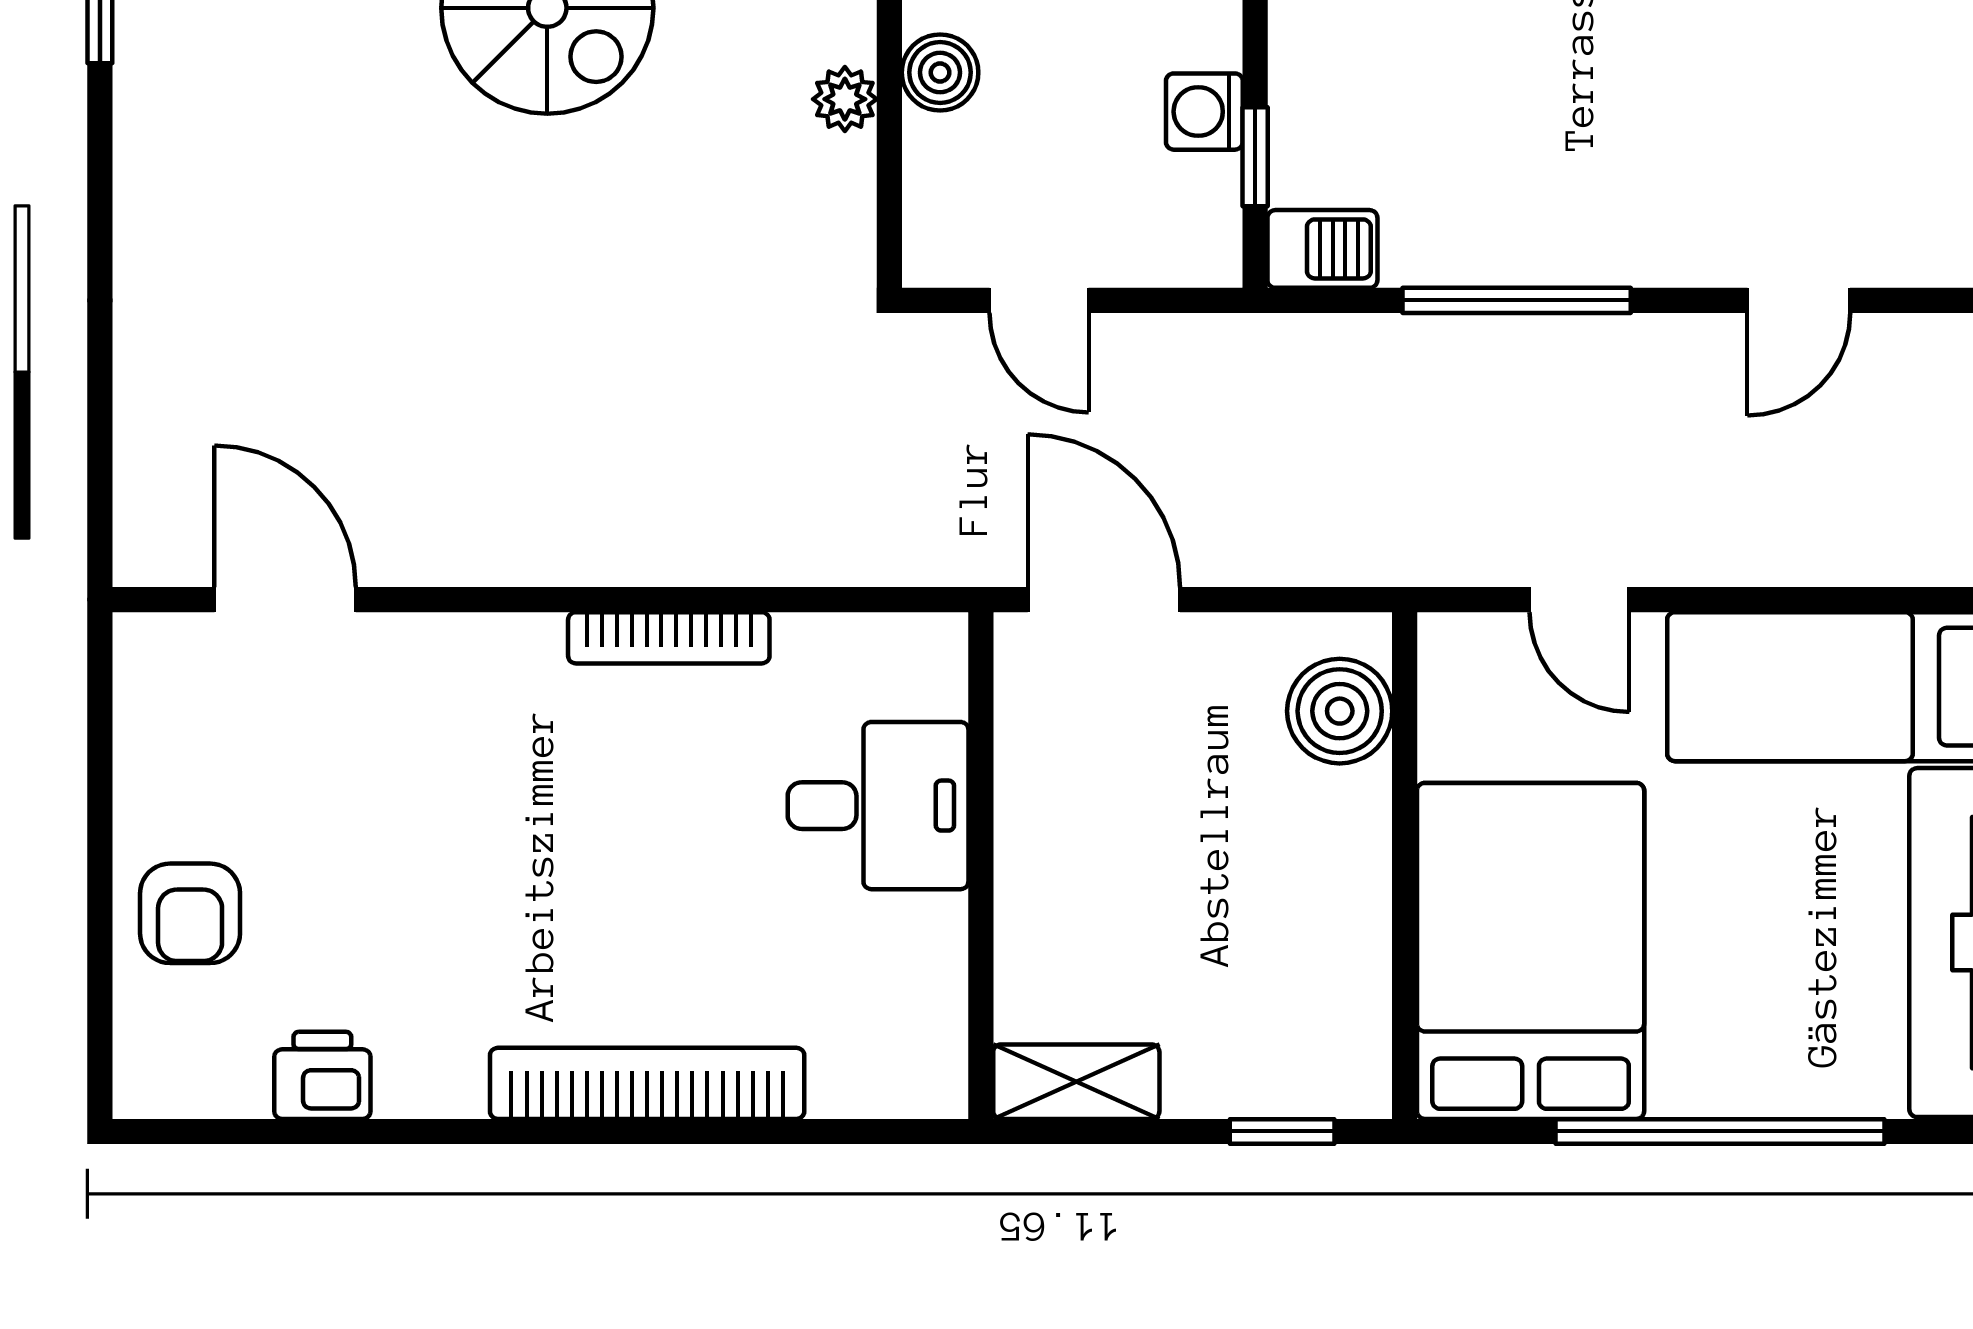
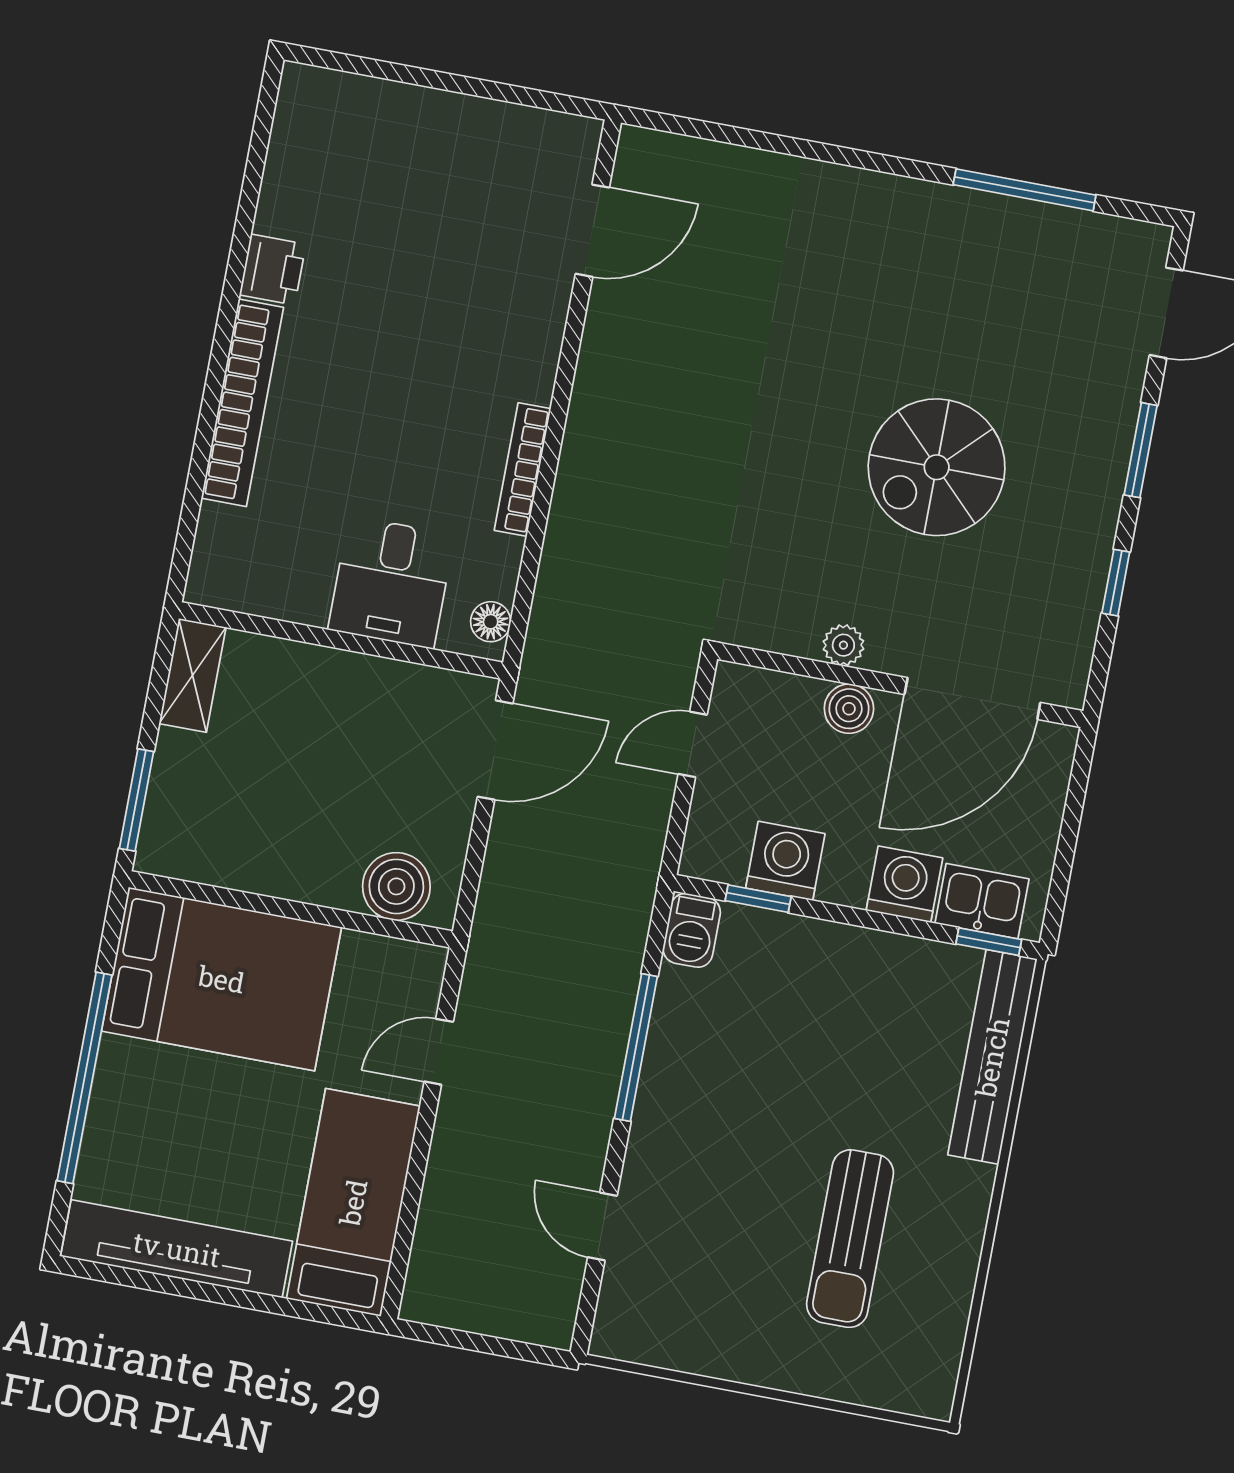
washing machine: (1204, 112) -> (785, 861), width x1.38, depth x1.38
floor lamp: (910, 643) -> (491, 622), added
armchair: (190, 913) -> (405, 133), removed
printer: (322, 1075) -> (273, 269), moved
window: (1282, 1131) -> (137, 800), width x1.50

